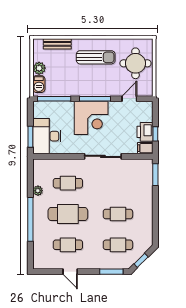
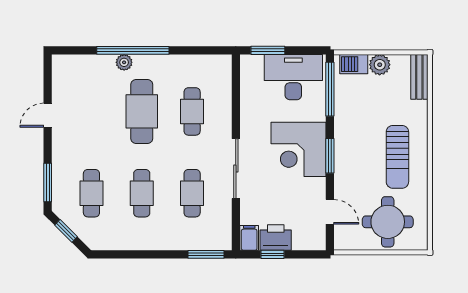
bench: (57, 44) -> (419, 77), moved
window: (95, 99) -> (330, 156), width x0.69
desk: (47, 136) -> (293, 77), moved
plant: (38, 191) -> (124, 62), moved
cafe table: (68, 245) -> (192, 193), moved

